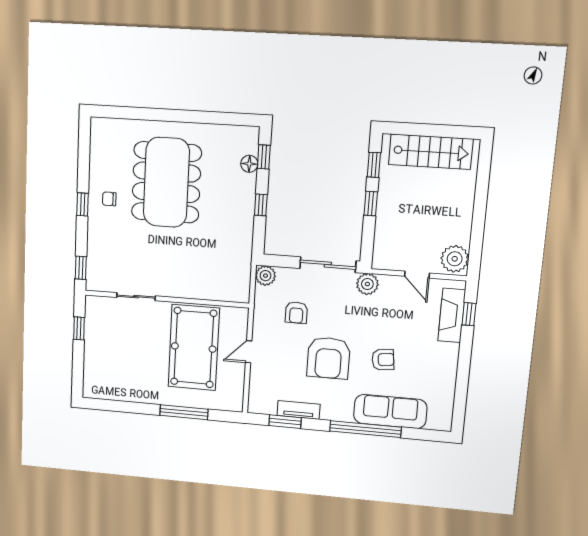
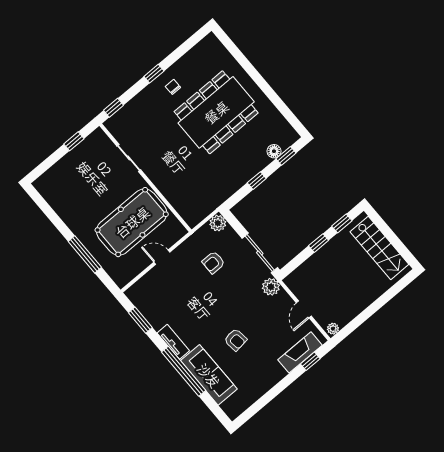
plant: (455, 259) -> (333, 329), width x0.53, depth x0.53
armchair: (328, 358) -> (205, 307), removed
tv unit: (299, 410) -> (173, 342), moved

